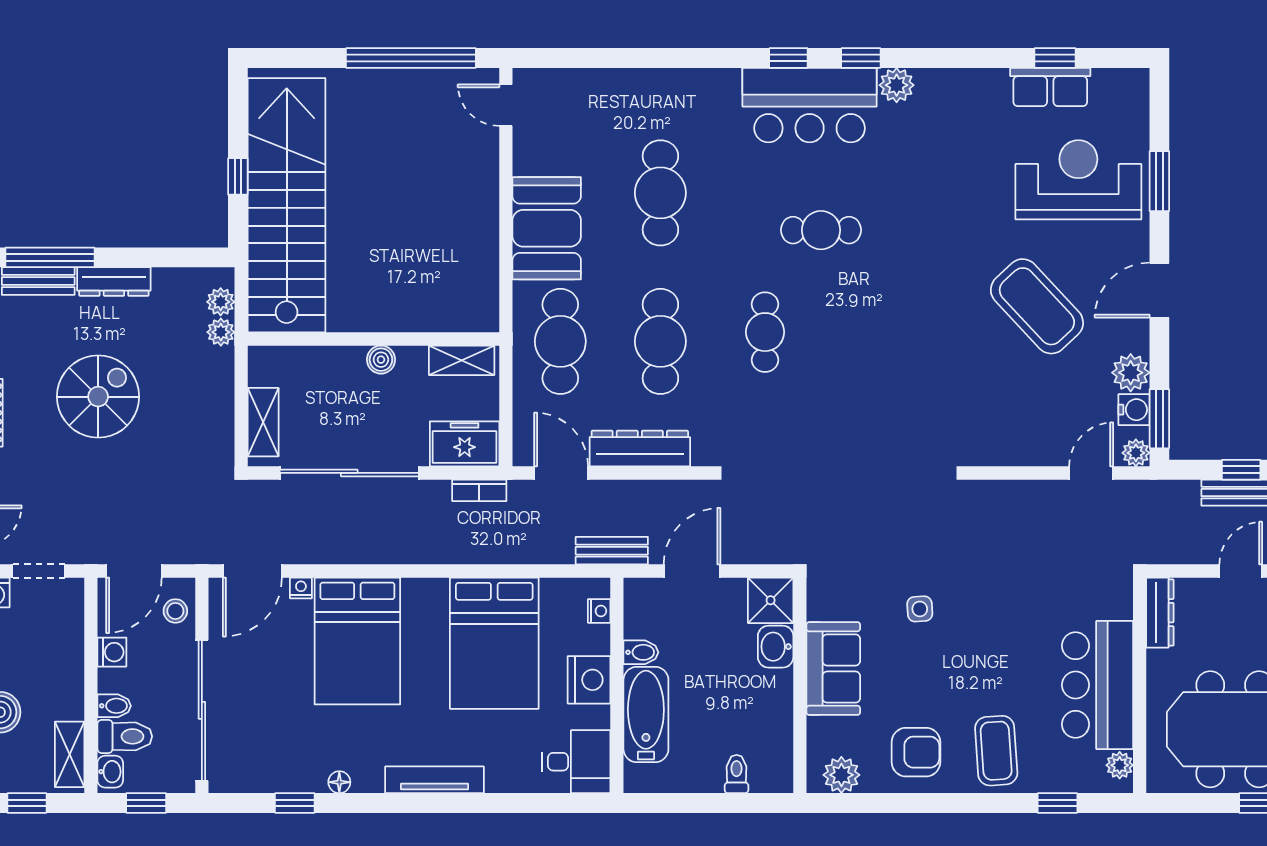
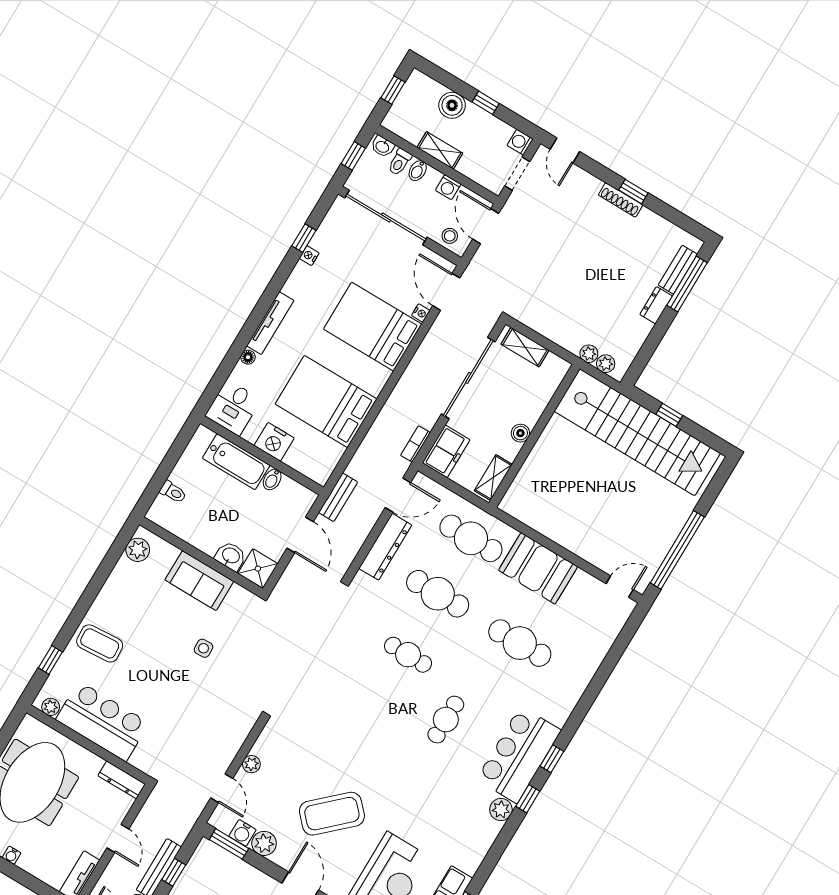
dresser: (114, 281) -> (656, 305), width x0.70
spiral stairs: (98, 397) -> (594, 264), removed
plant: (1136, 453) -> (251, 764), moved
nightstand: (599, 611) -> (309, 256), moved, turned 90
toilet: (125, 736) -> (400, 162), width x0.73, depth x0.72
armchair: (916, 752) -> (126, 599), removed
shelving: (70, 754) -> (440, 150), moved
floor lamp: (339, 782) -> (248, 357), moved

